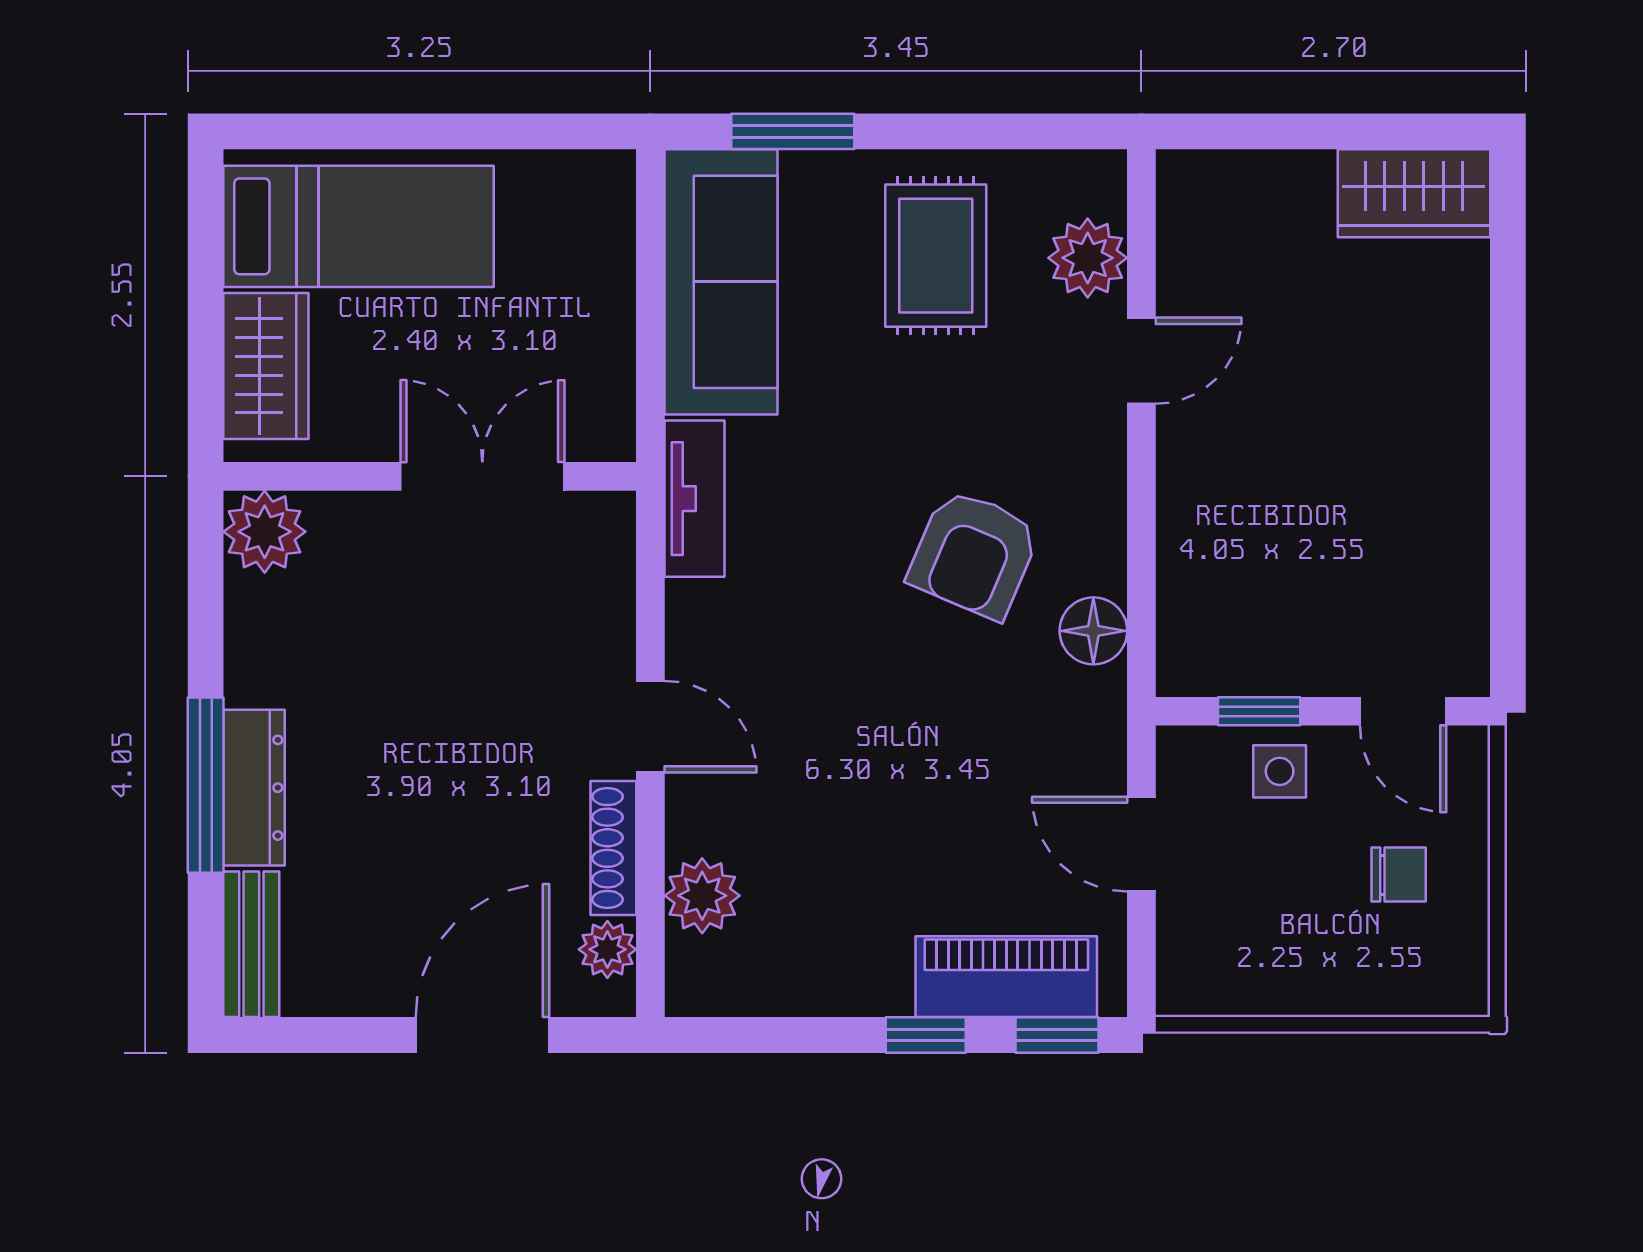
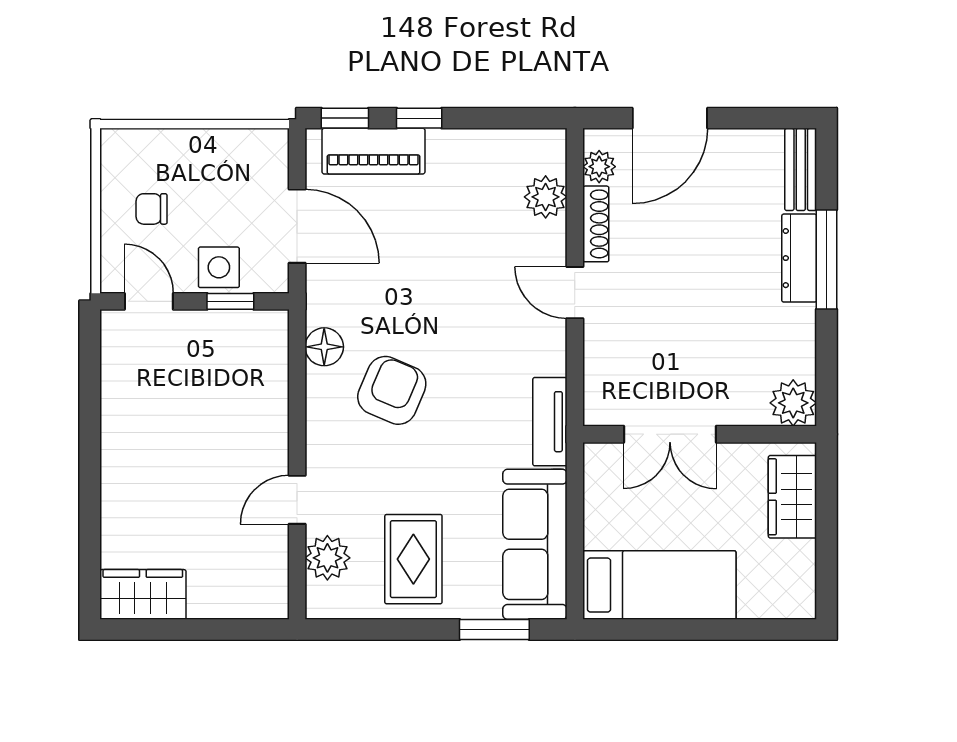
bed: (359, 226) -> (659, 585), moved, turned 180
side table: (1280, 771) -> (219, 267), width x1.37, depth x1.37
door: (1141, 844) -> (297, 226), width x1.38

